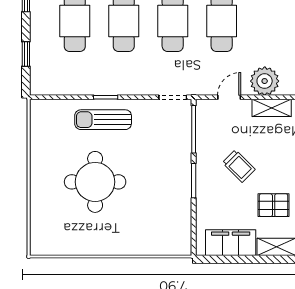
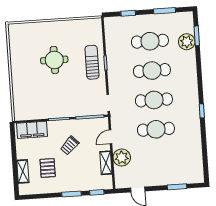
door: (229, 97) -> (111, 137), swing flipped
round table: (95, 182) -> (54, 60), width x0.73, depth x0.73
filing cabinet: (231, 243) -> (32, 130), moved, turned 90

